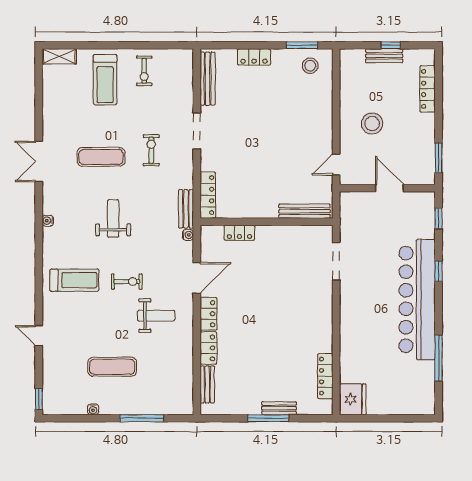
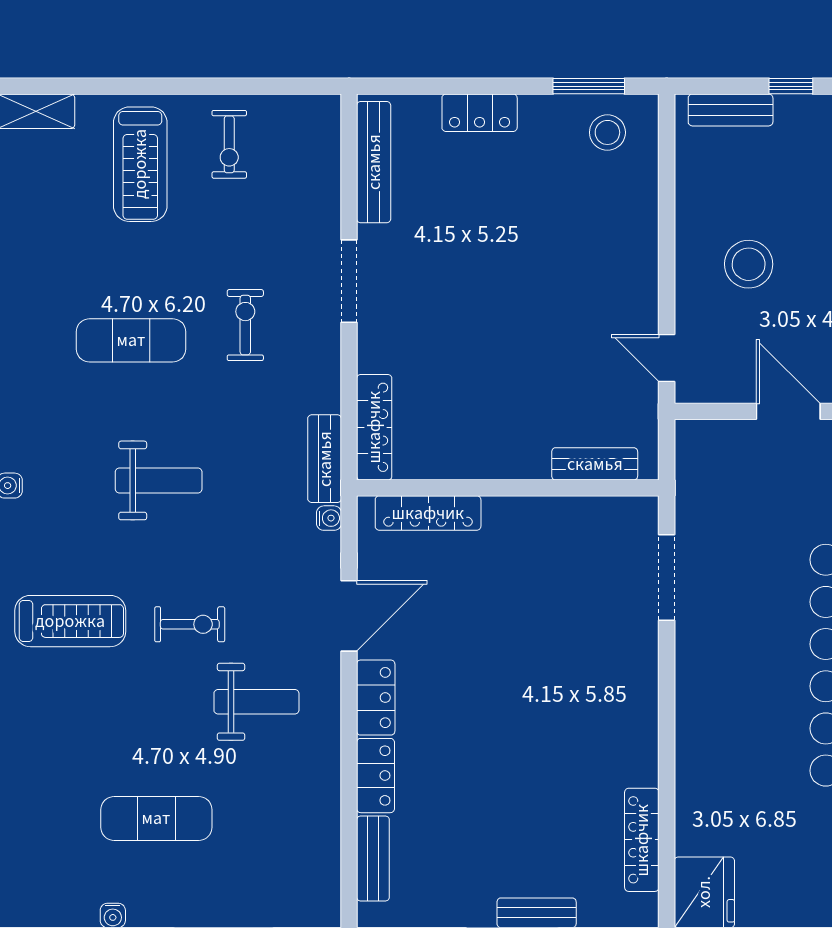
bench: (384, 56) -> (731, 110), moved
door: (336, 165) -> (667, 358), hinge flipped
bench: (305, 211) -> (595, 464), width x0.73
weight bench: (113, 218) -> (159, 480), turned 90
locker: (239, 233) -> (428, 513), width x1.53

